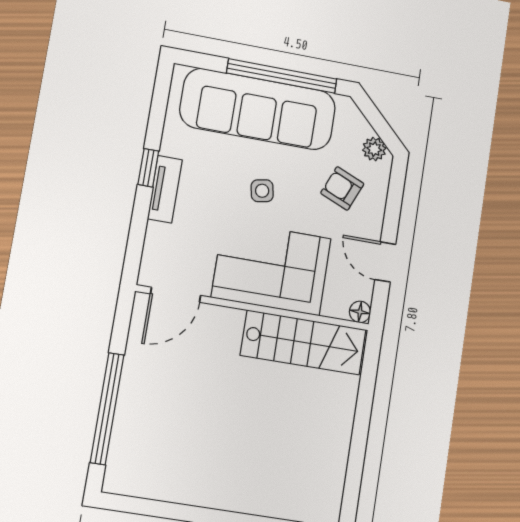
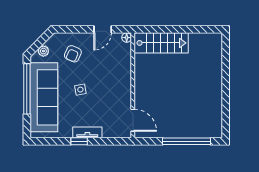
plant: (374, 149) -> (43, 51), moved
corner sofa: (271, 268) -> (114, 80), removed
stairs: (303, 342) -> (161, 43), moved, turned 90

